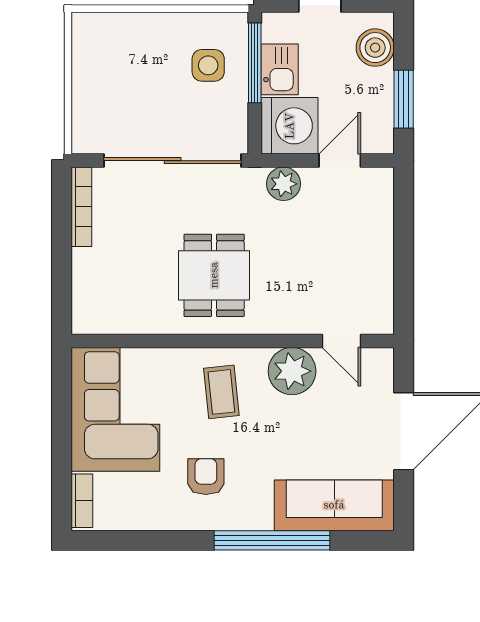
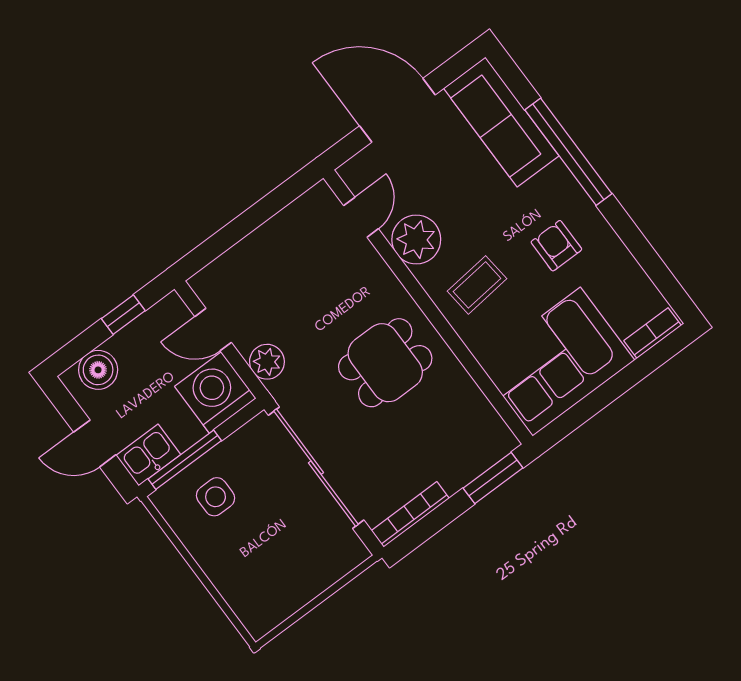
kitchen sink: (280, 69) -> (148, 455), moved
window: (404, 99) -> (123, 315), width x0.67
window: (62, 292) -> (493, 478), added
armchair: (206, 477) -> (556, 246), turned 90

